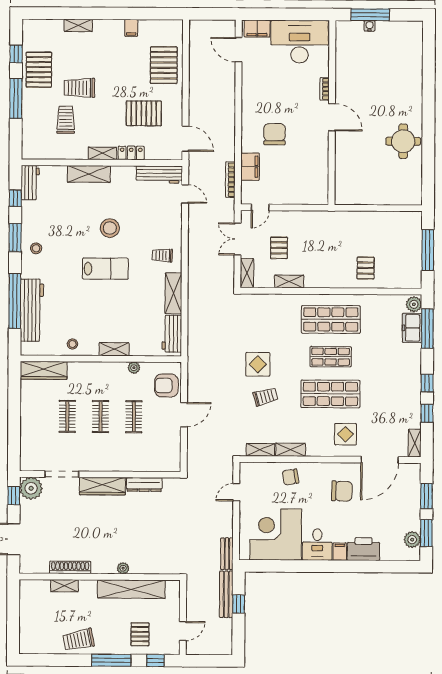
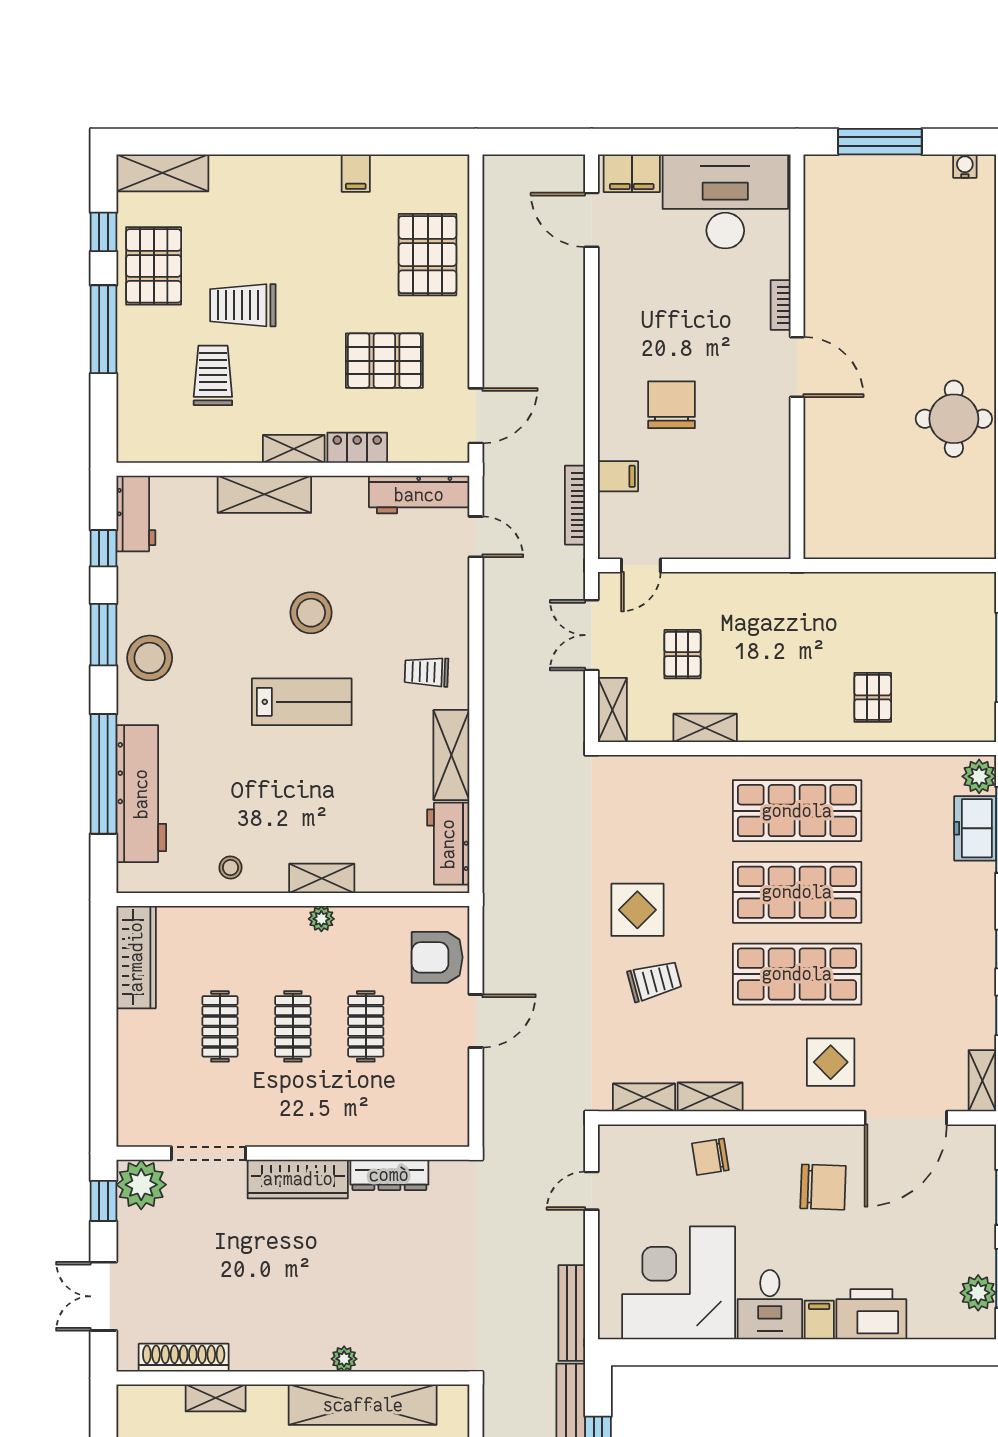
shelving: (78, 25) -> (162, 173), moved, width x1.50, depth x1.33
water cooler: (370, 26) -> (965, 166), moved
door: (185, 139) -> (476, 416), hinge flipped
filing cabinet: (250, 167) -> (618, 476), width x0.50
stool: (36, 248) -> (150, 658), width x1.89, depth x1.89
shop shelf: (331, 357) -> (797, 892), width x1.43, depth x1.36
plant: (134, 368) -> (321, 919), moved
wardrobe: (44, 370) -> (136, 957), moved, turned -90
bench: (227, 554) -> (572, 1313), width x1.36
shoe rack: (70, 567) -> (184, 1358), moved

